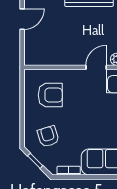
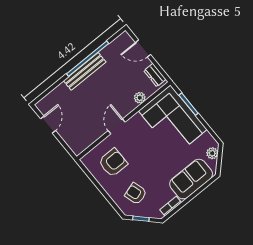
door: (96, 67) -> (117, 126), moved

